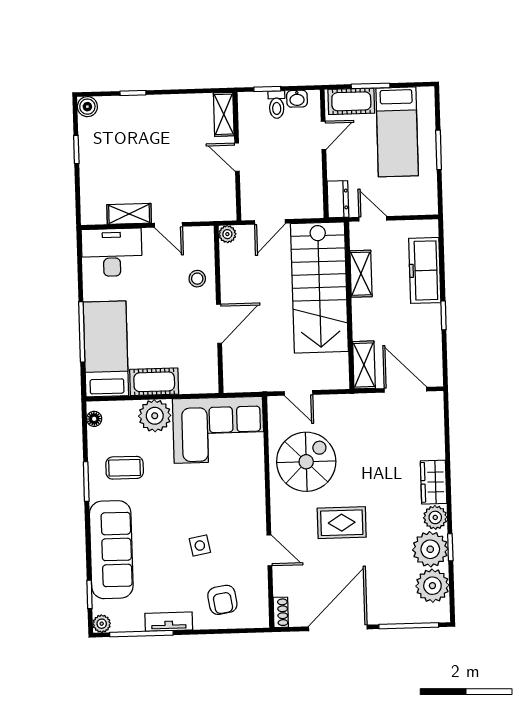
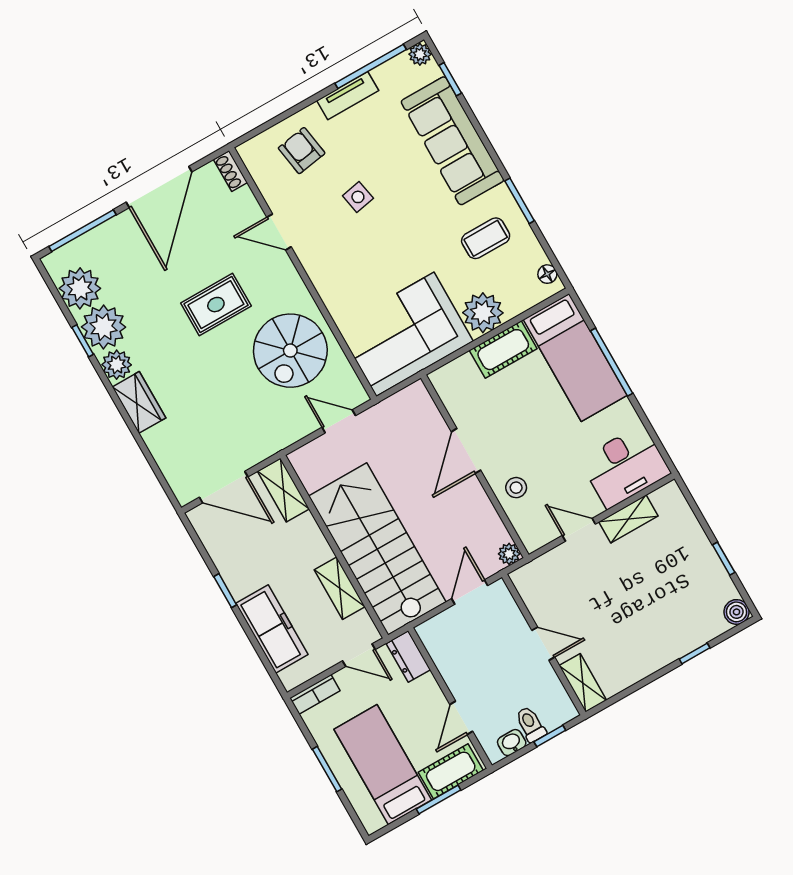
bookcase: (419, 207) -> (315, 694), added

